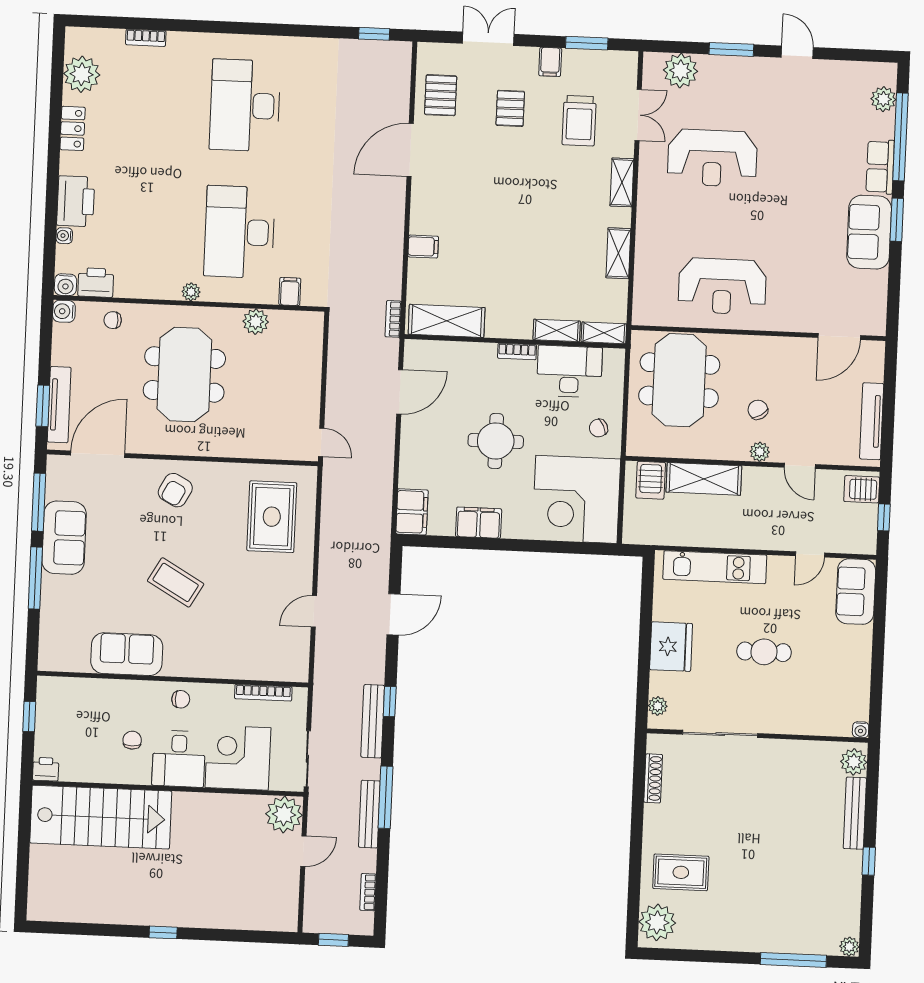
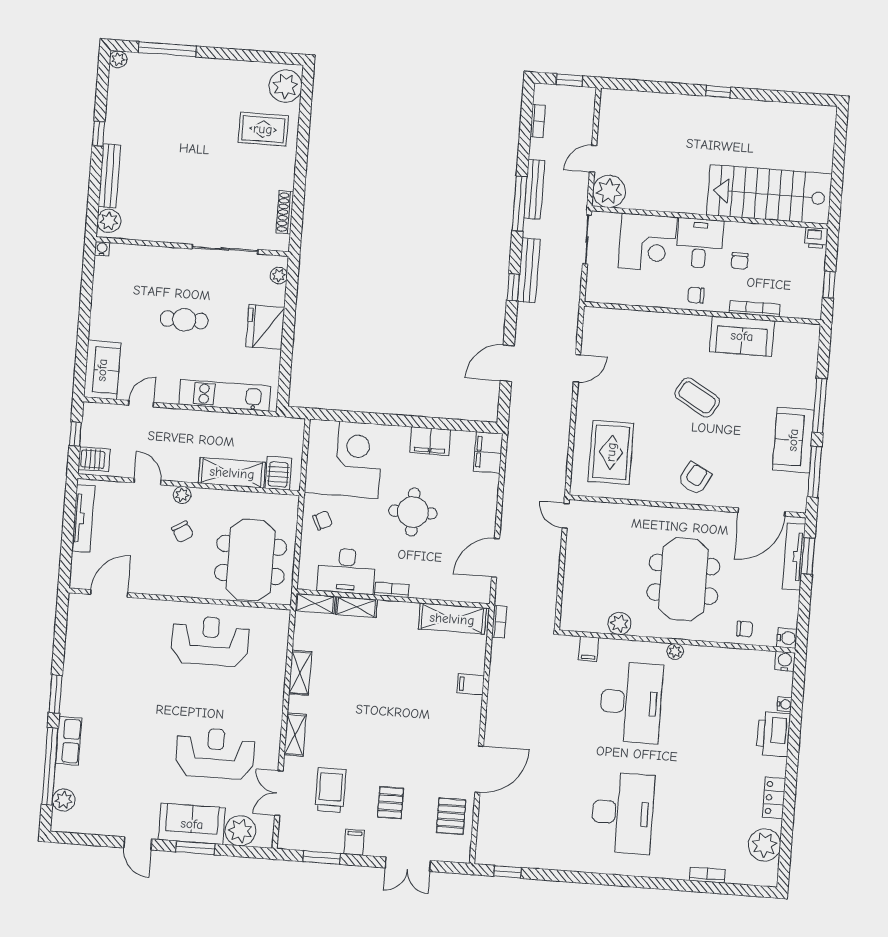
sofa: (869, 232) -> (192, 824), moved, turned -90
printer: (96, 283) -> (758, 662), removed
bookcase: (263, 693) -> (754, 309), moved

